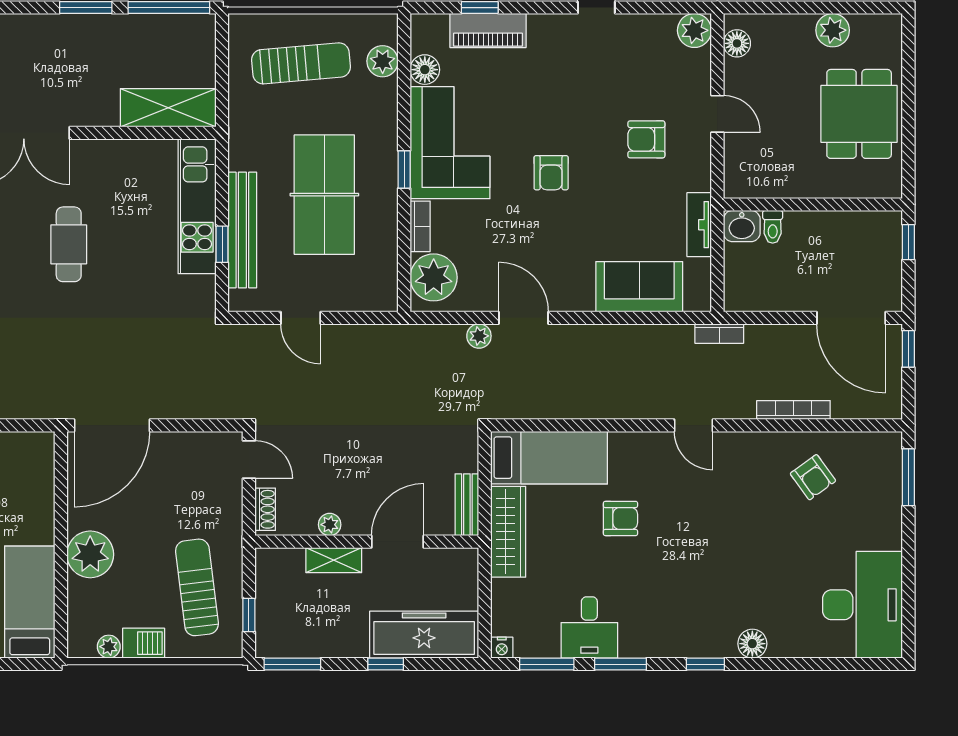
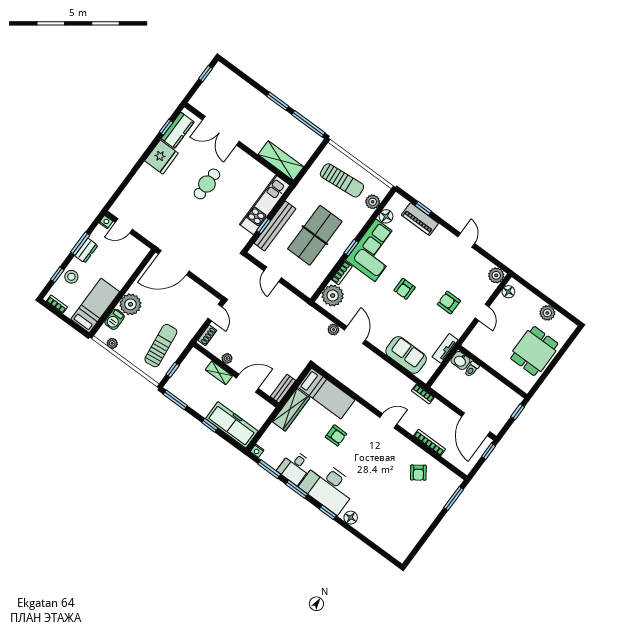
door: (693, 425) -> (388, 421), swing flipped
desk: (863, 605) -> (328, 487), moved, turned 90
barbecue: (144, 643) -> (115, 319), moved, turned 90

